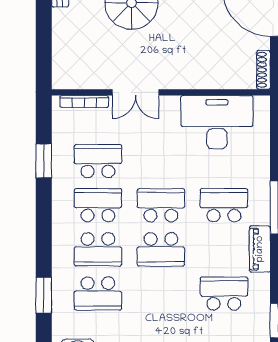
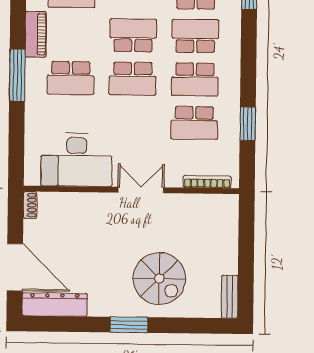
shoe rack: (264, 70) -> (30, 205), width x0.70
double door: (135, 92) -> (141, 190), moved

